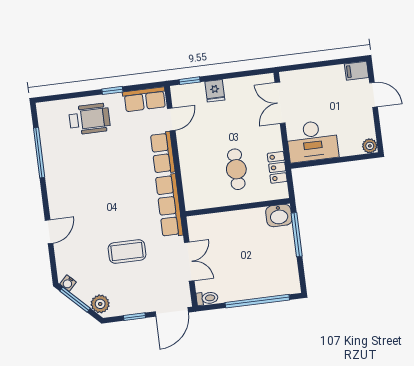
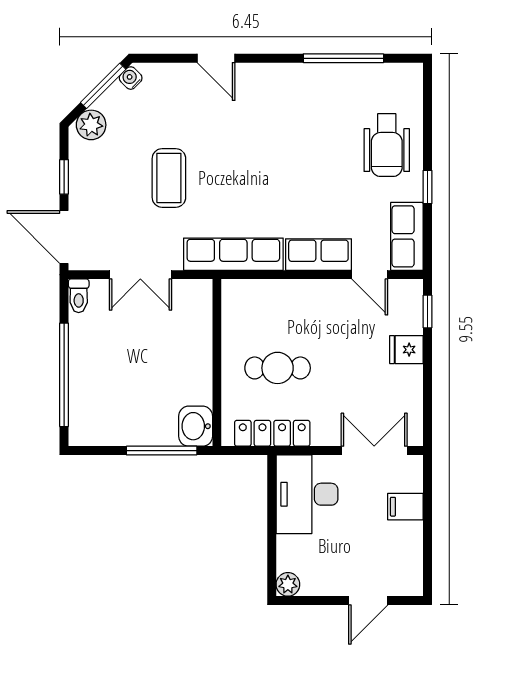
filing cabinet: (357, 71) -> (405, 507), moved, turned -90
locker: (277, 167) -> (272, 433), width x1.53

